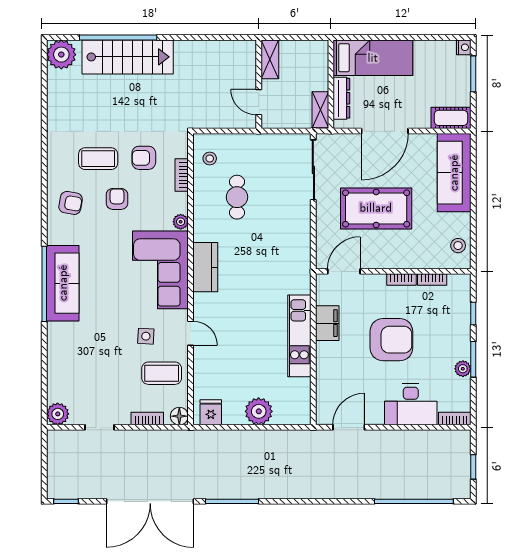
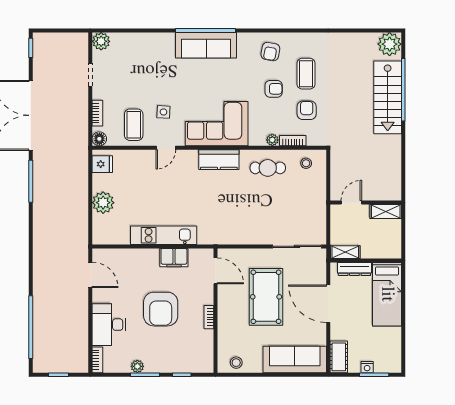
nightstand: (464, 47) -> (367, 367), moved
cafe table: (237, 197) -> (268, 168), moved
plant: (181, 222) -> (272, 140), moved
bookcase: (432, 280) -> (209, 342), removed

